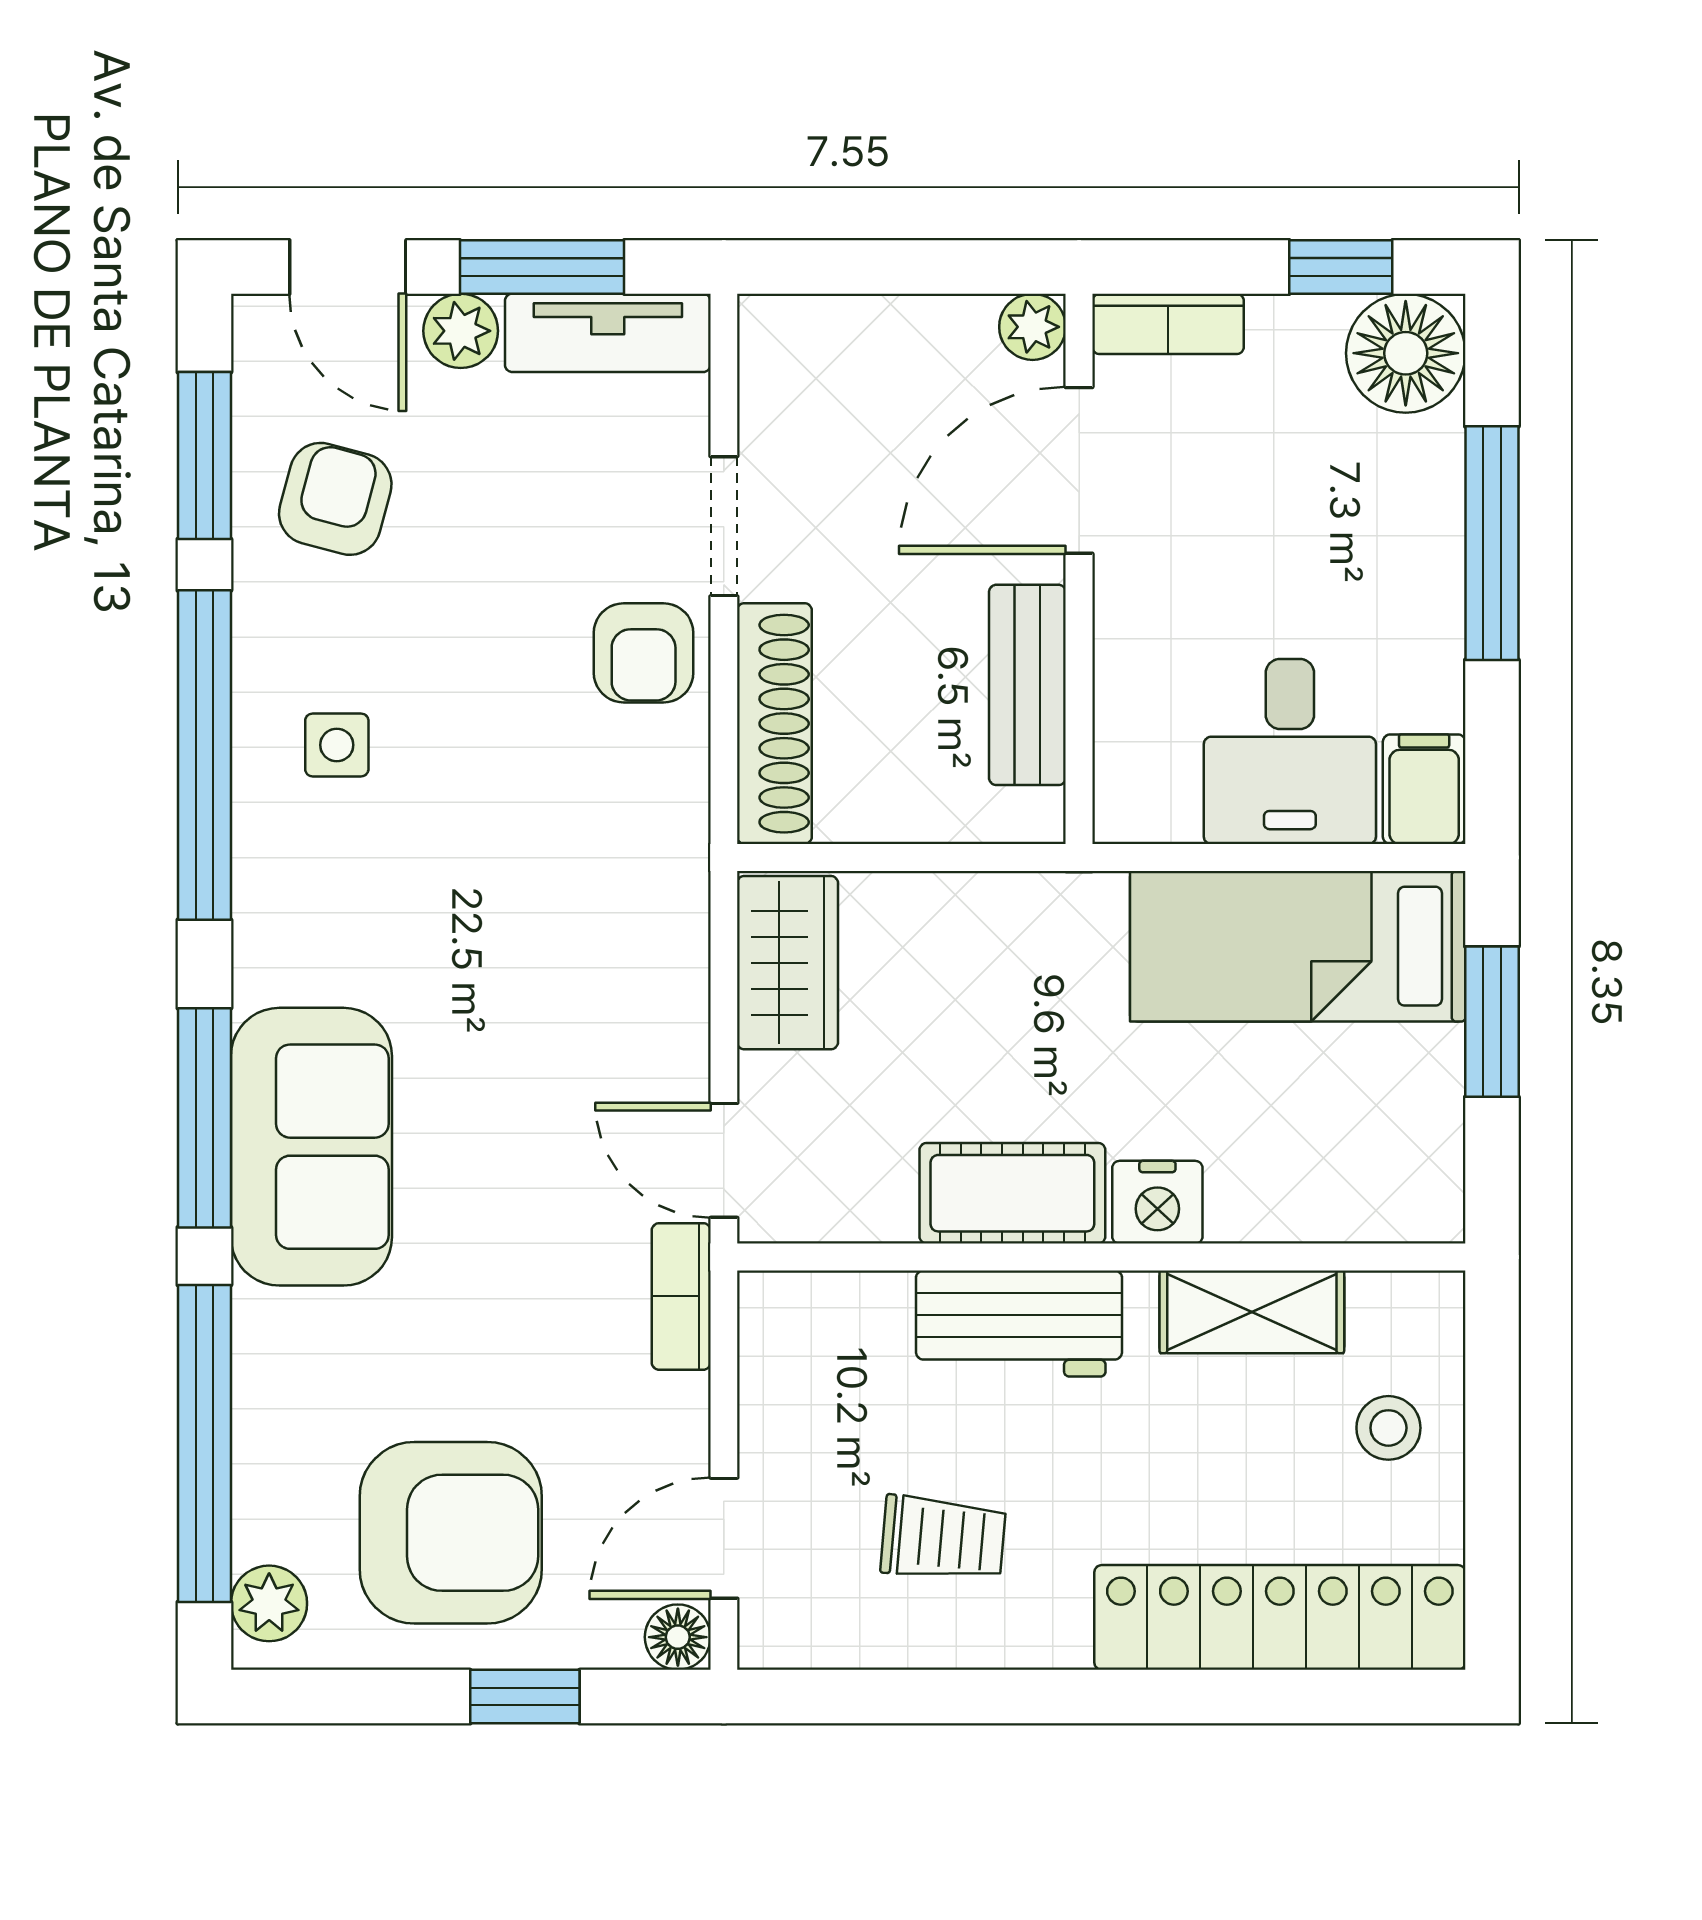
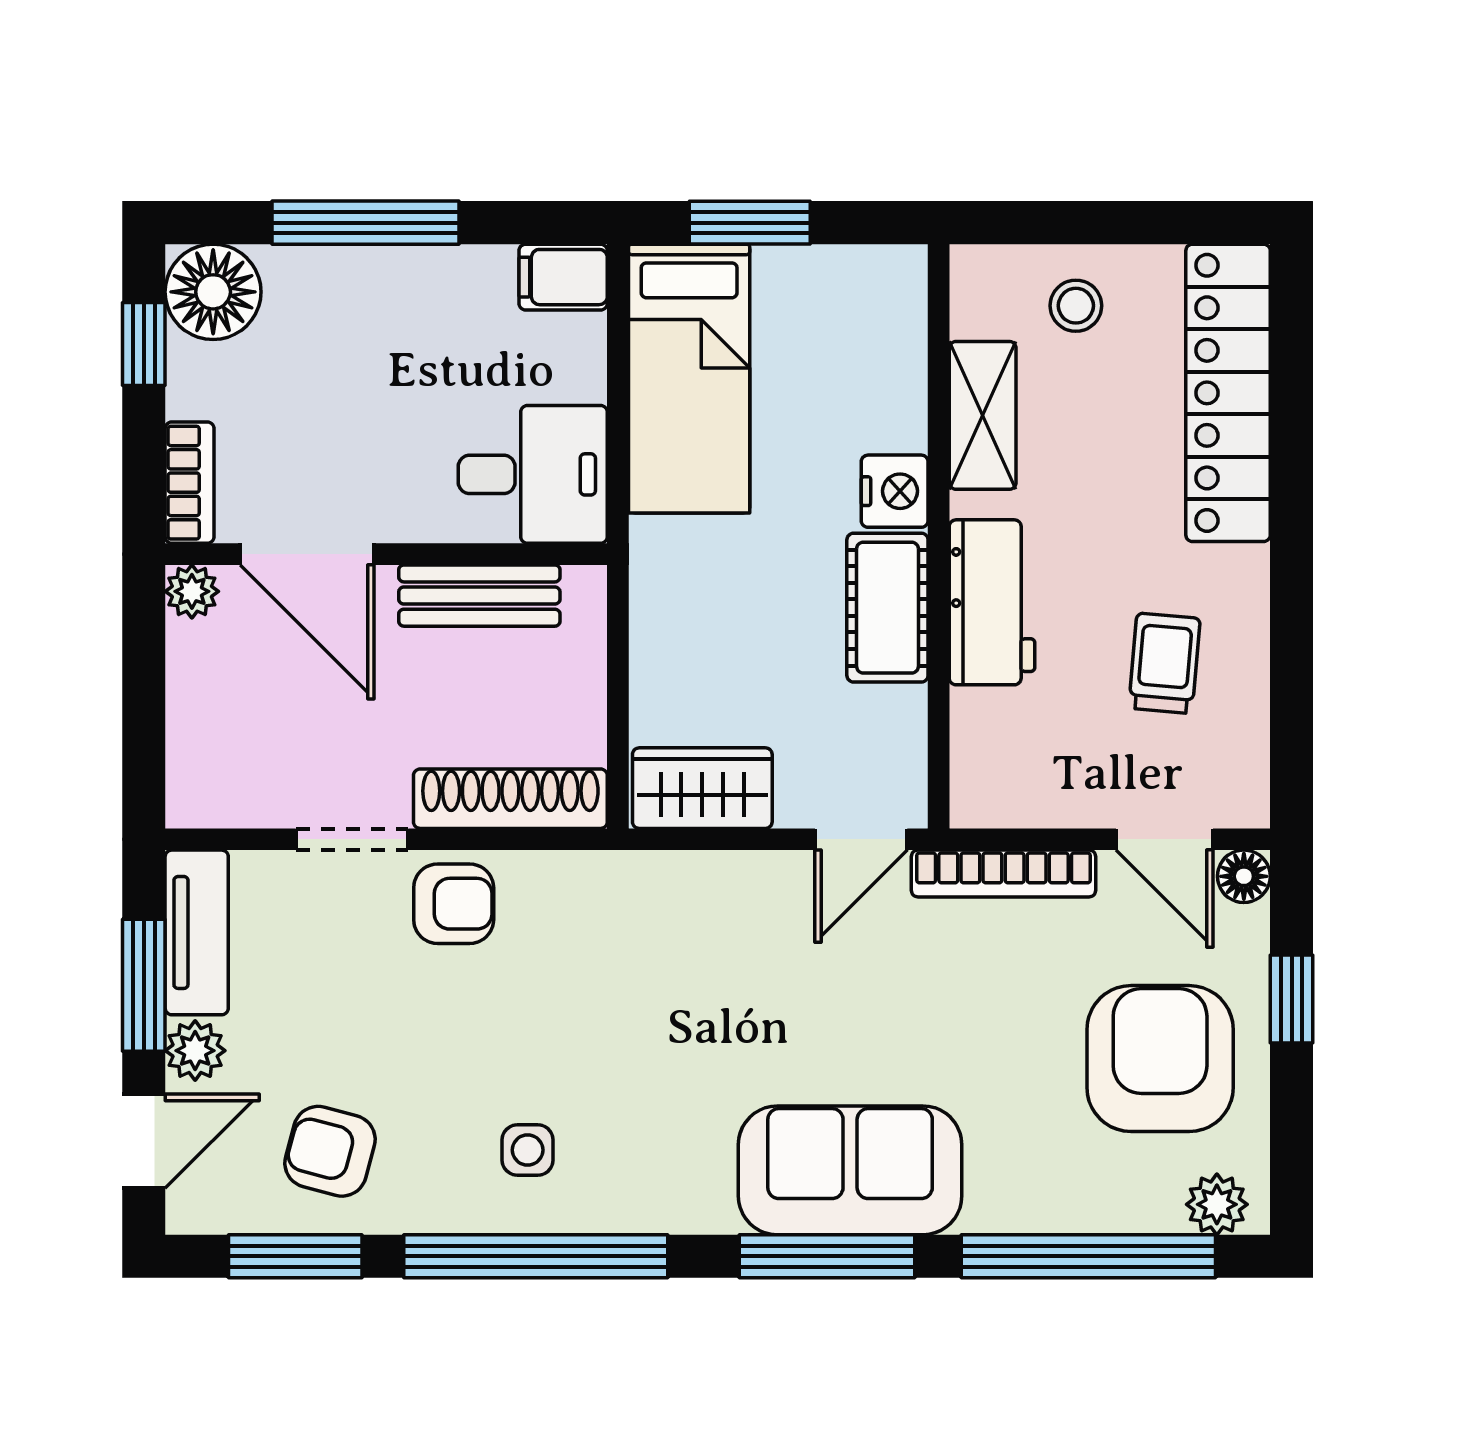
desk: (1290, 751) -> (533, 474), moved
bookcase: (681, 1296) -> (1003, 874), width x1.56

